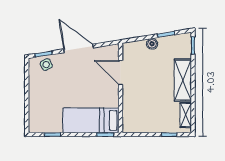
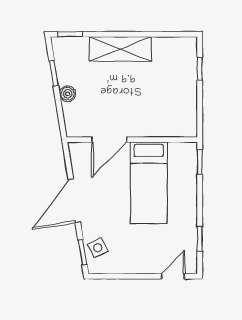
shelving: (186, 115) -> (171, 45), removed
door: (27, 116) -> (173, 276), added
bed: (91, 120) -> (149, 183), moved

